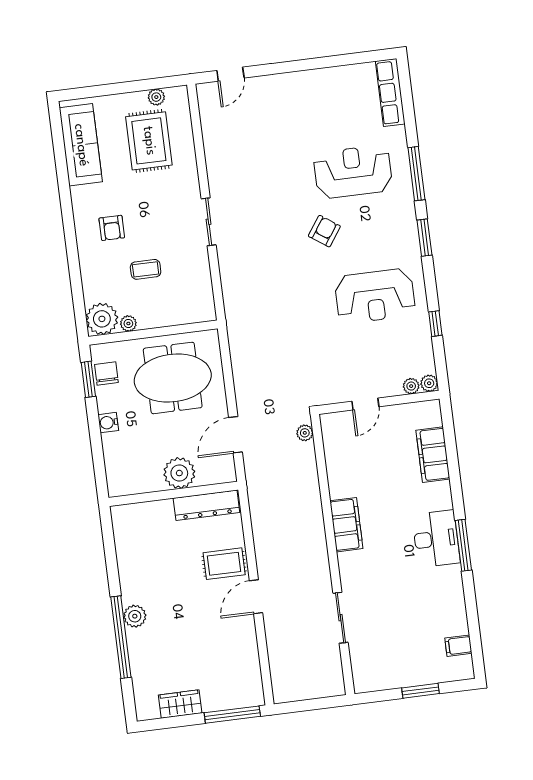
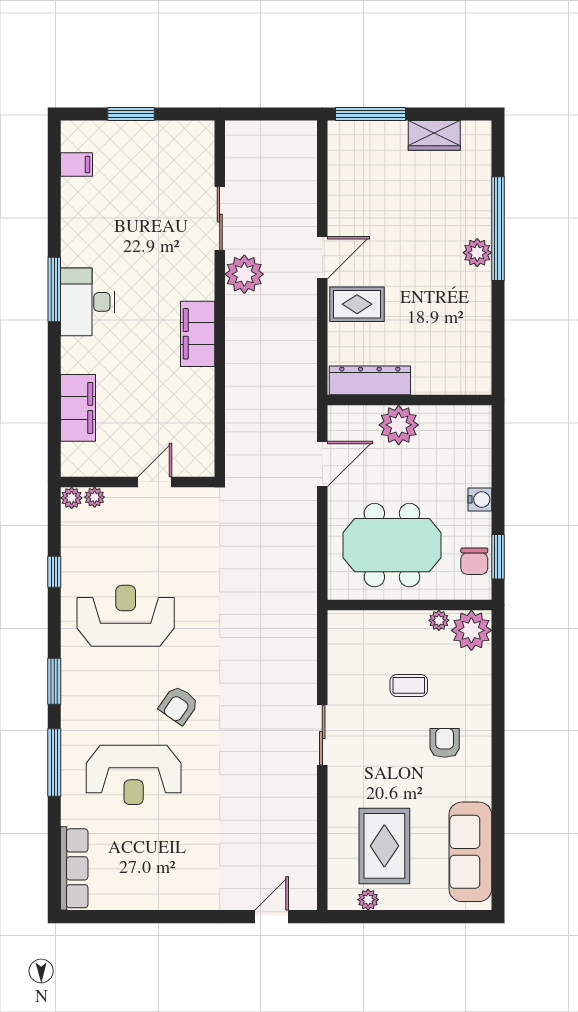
plant: (305, 433) -> (244, 274), moved, width x1.87, depth x1.87

